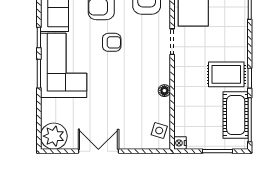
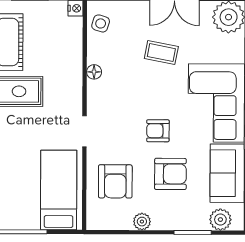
coffee table: (109, 107) -> (161, 53), added

